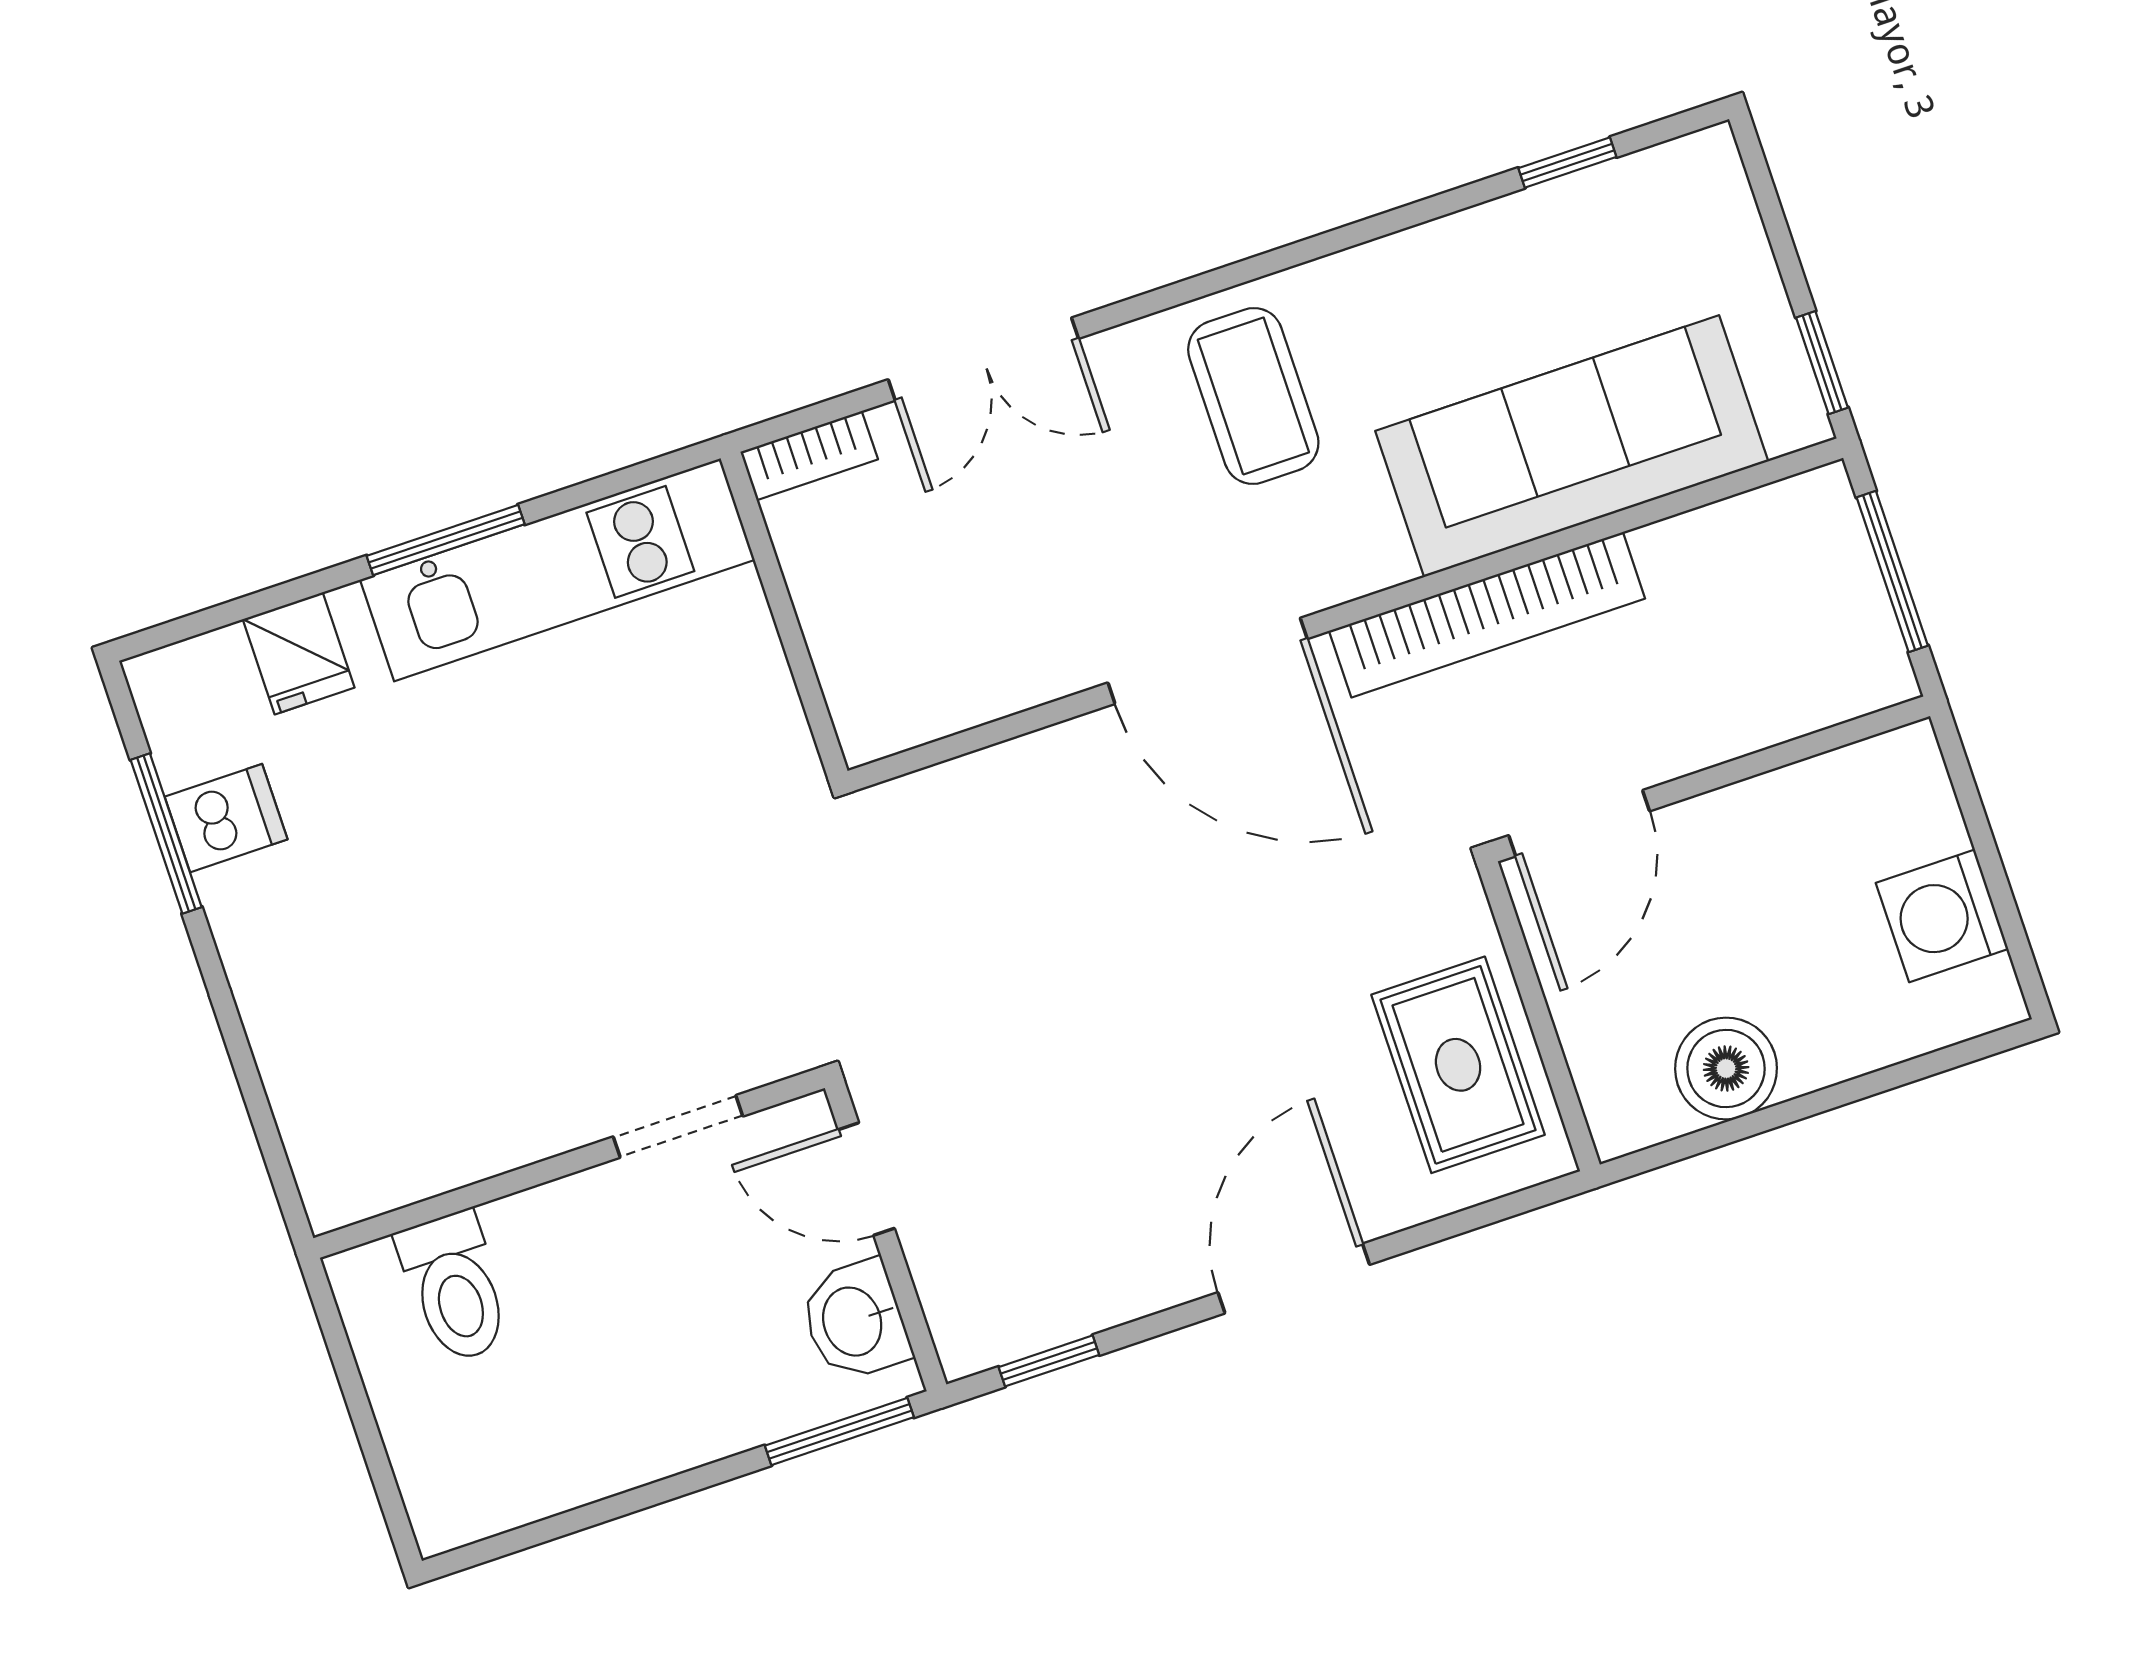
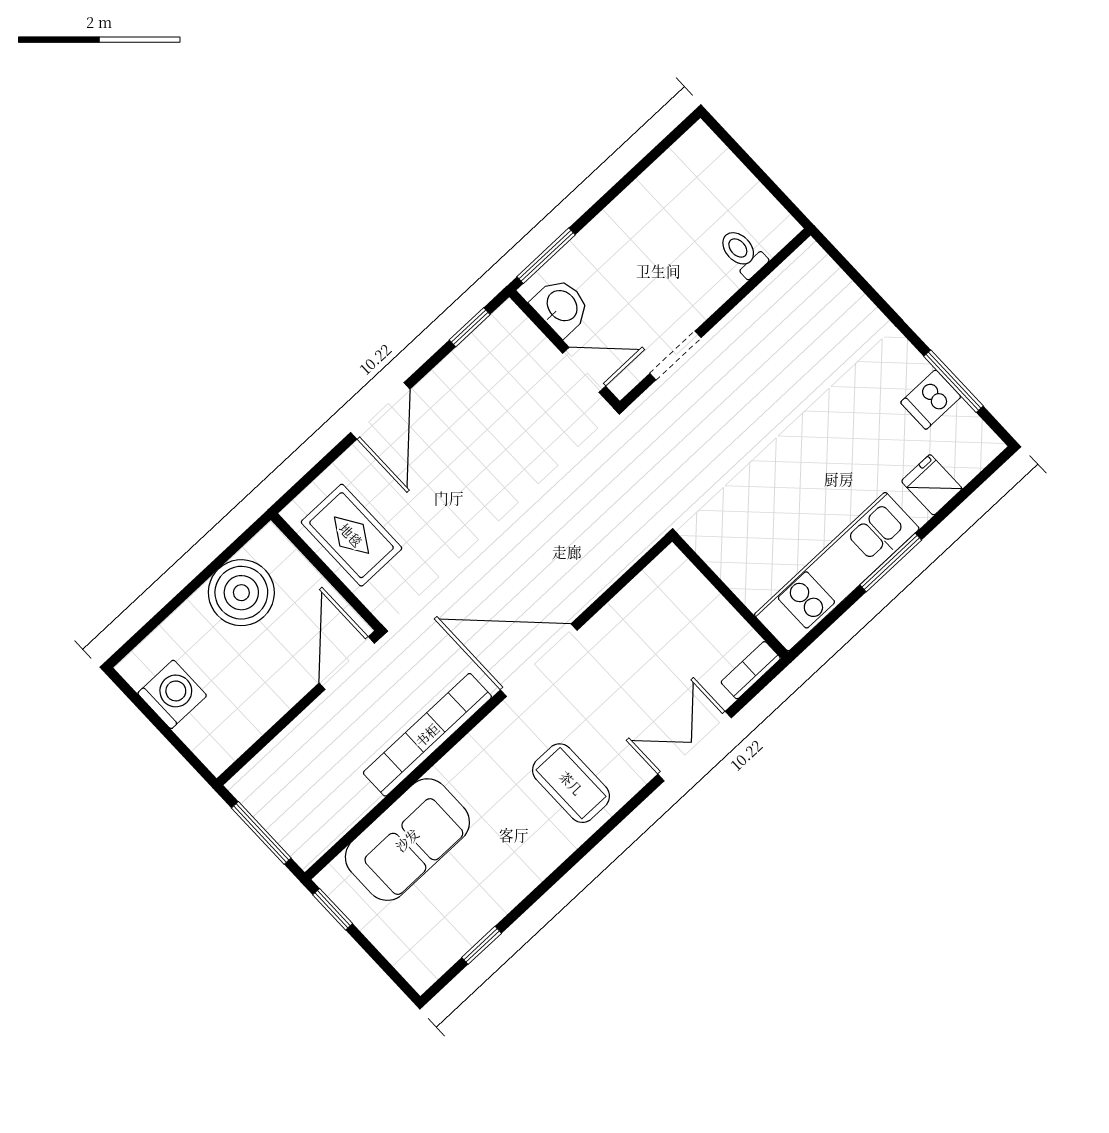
sofa: (1572, 446) -> (407, 840), width x0.73
boiler: (1726, 1069) -> (241, 593), width x1.37, depth x1.37
toilet: (455, 1287) -> (742, 253), width x0.73, depth x0.72

